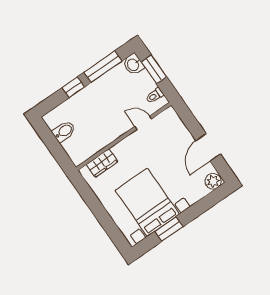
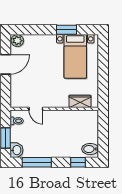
window: (73, 87) -> (78, 162), moved
bidet: (64, 131) -> (90, 149), moved
bed with nightstands: (147, 202) -> (75, 56), width x0.73

